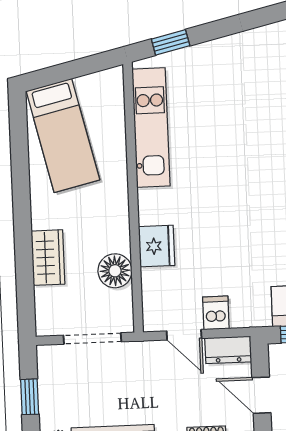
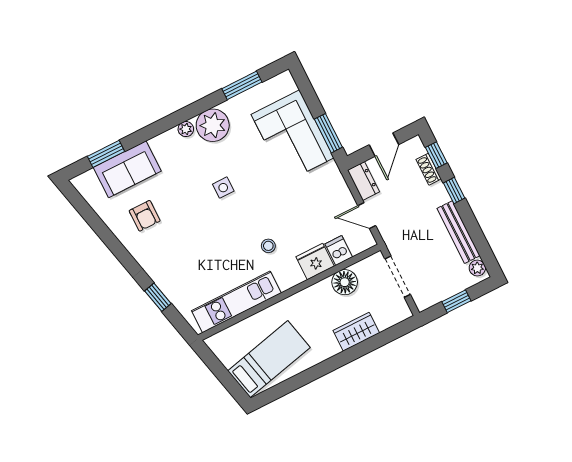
window: (171, 42) -> (158, 297), moved
stool: (202, 198) -> (268, 246), added
dishwasher: (216, 313) -> (339, 250), moved, turned 90
door: (184, 335) -> (367, 216), swing flipped

